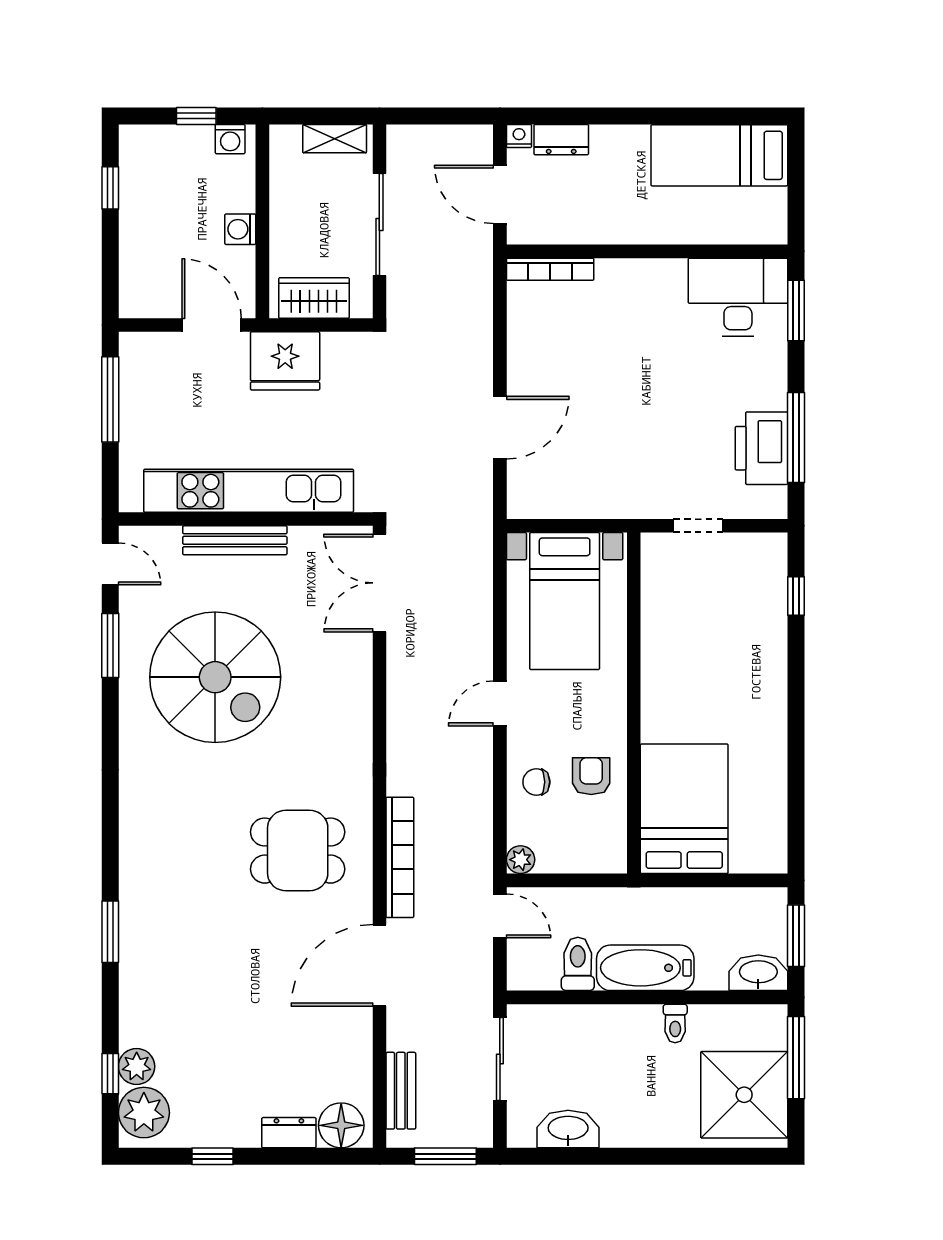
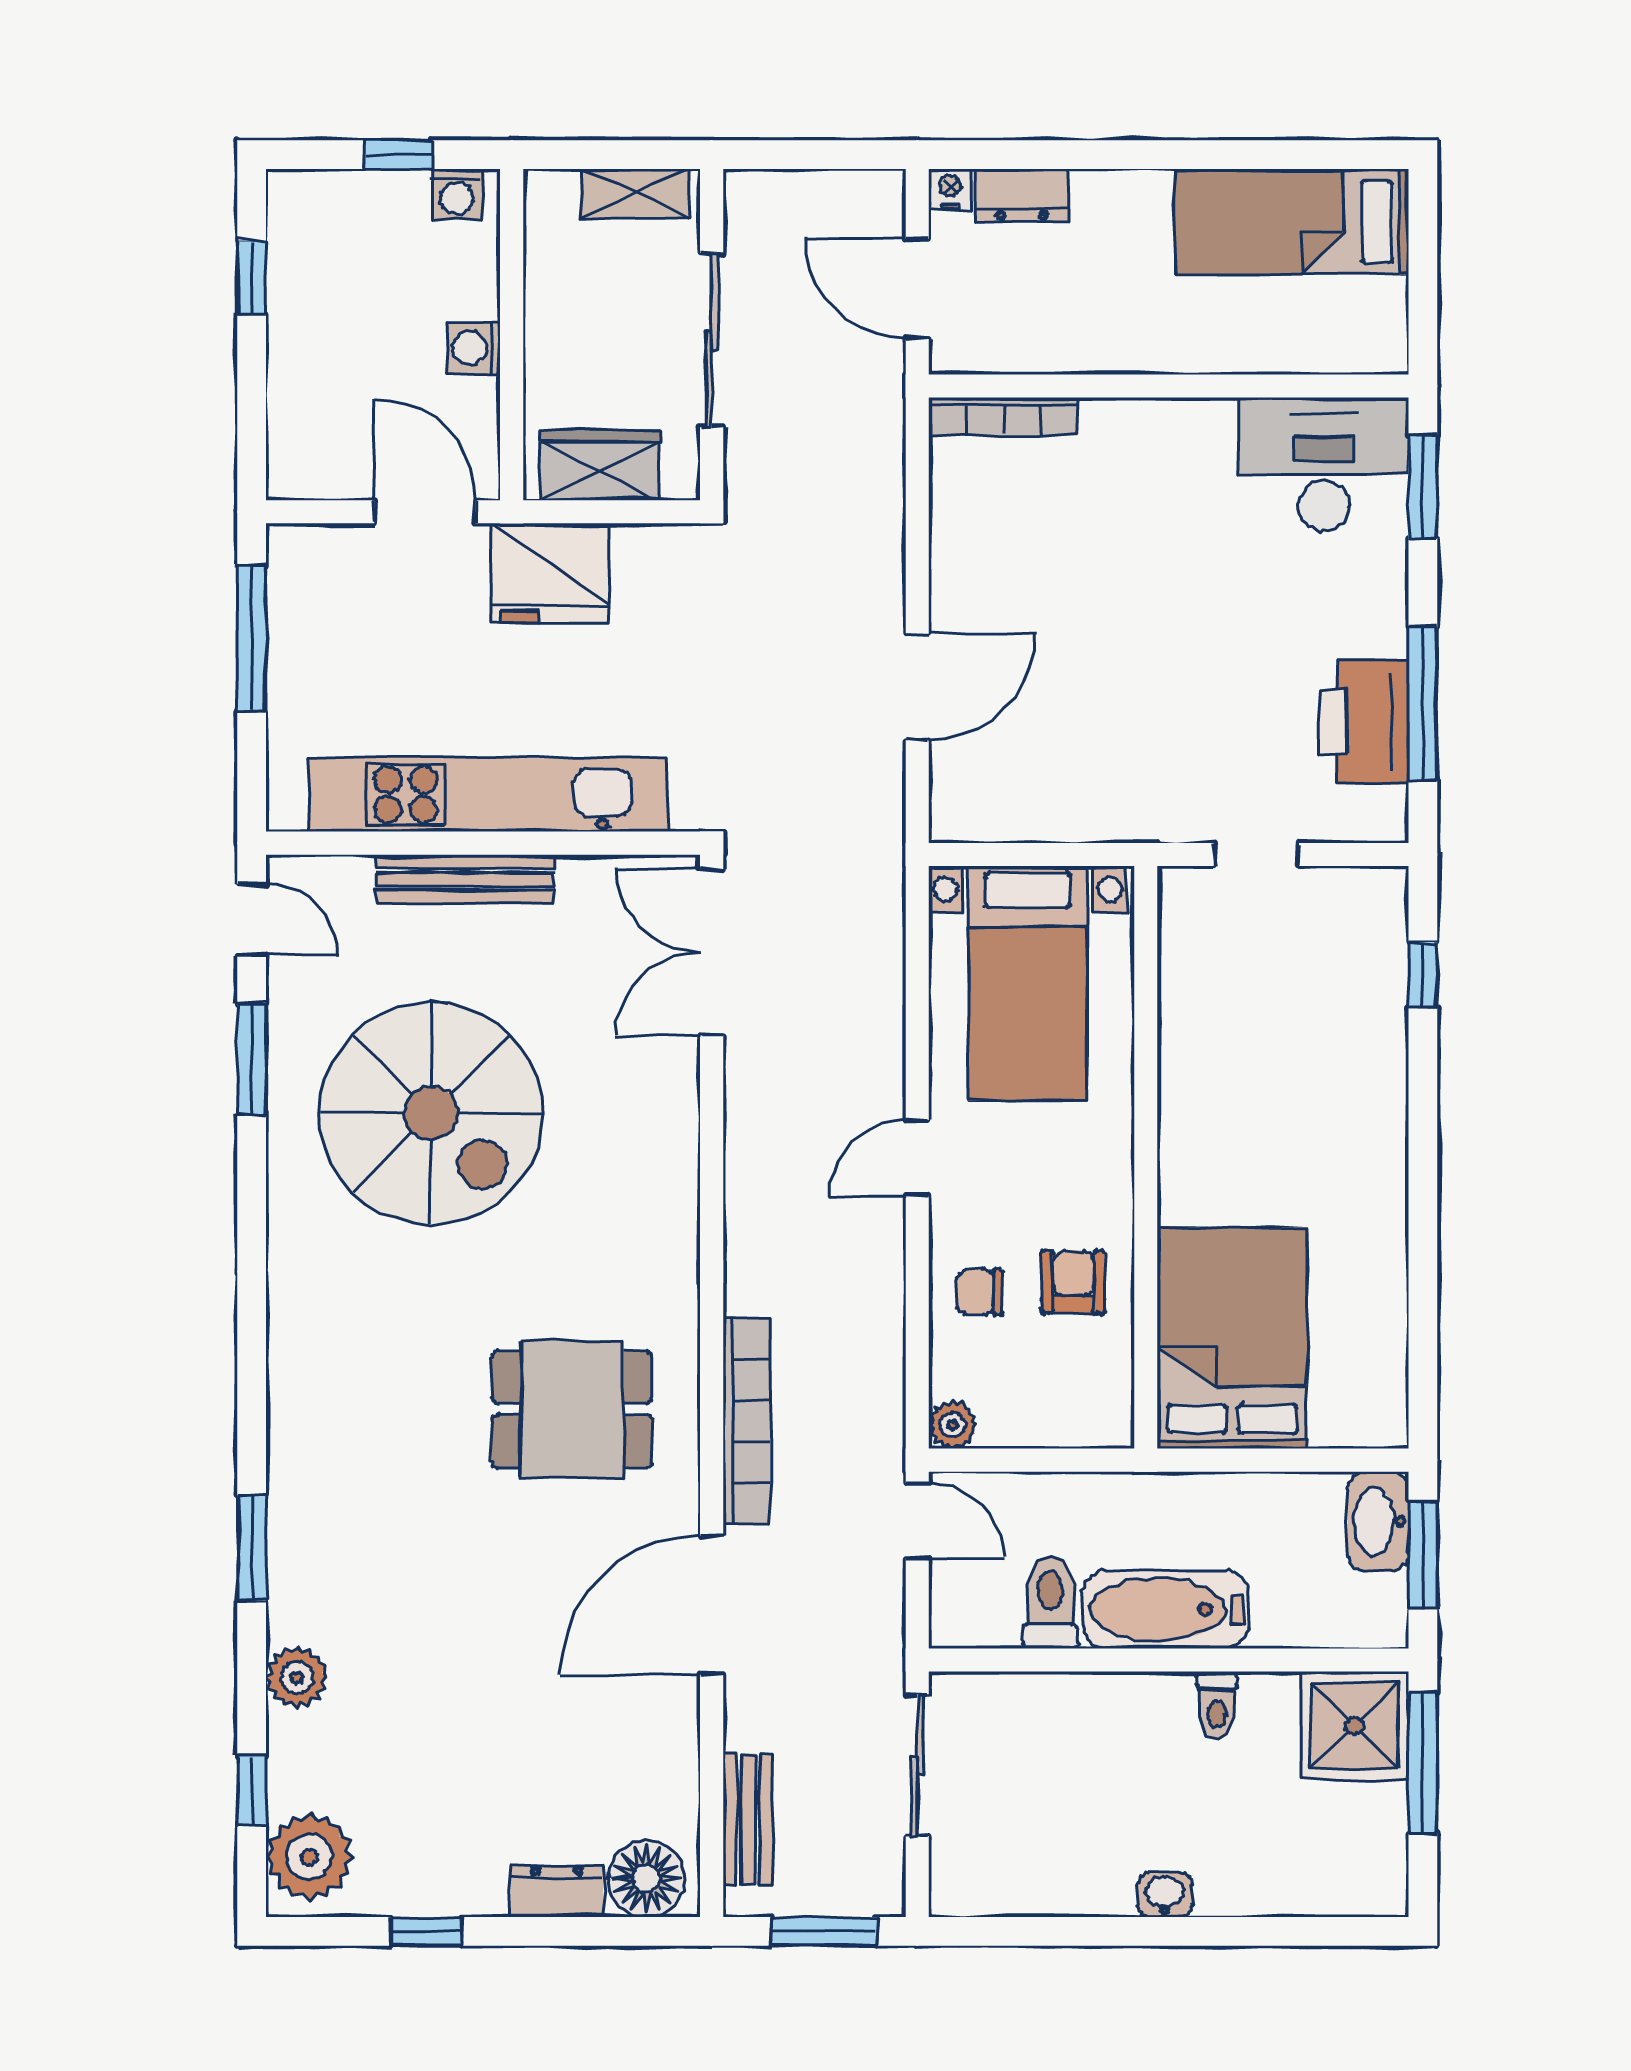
washbasin: (758, 973) -> (1378, 1521), moved, turned -90
plant: (137, 1066) -> (297, 1678), moved
shower: (744, 1095) -> (1354, 1726), moved, width x0.73, depth x0.73
washbasin: (568, 1129) -> (1165, 1895), moved, width x0.52, depth x0.69

